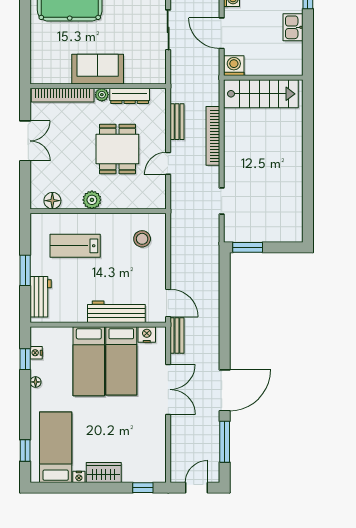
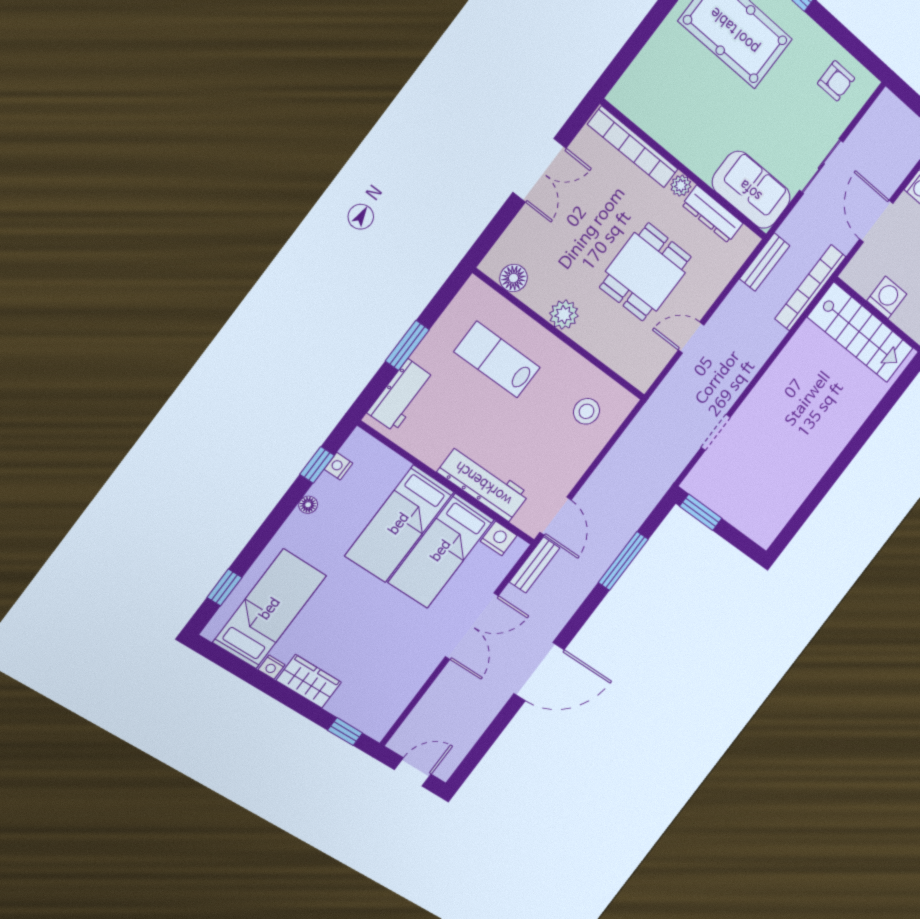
washing machine: (234, 66) -> (887, 297), moved
sofa: (98, 69) -> (751, 190), moved
bench: (177, 122) -> (765, 262), moved
bookcase: (213, 136) -> (810, 288), moved
window: (225, 442) -> (623, 561), moved

